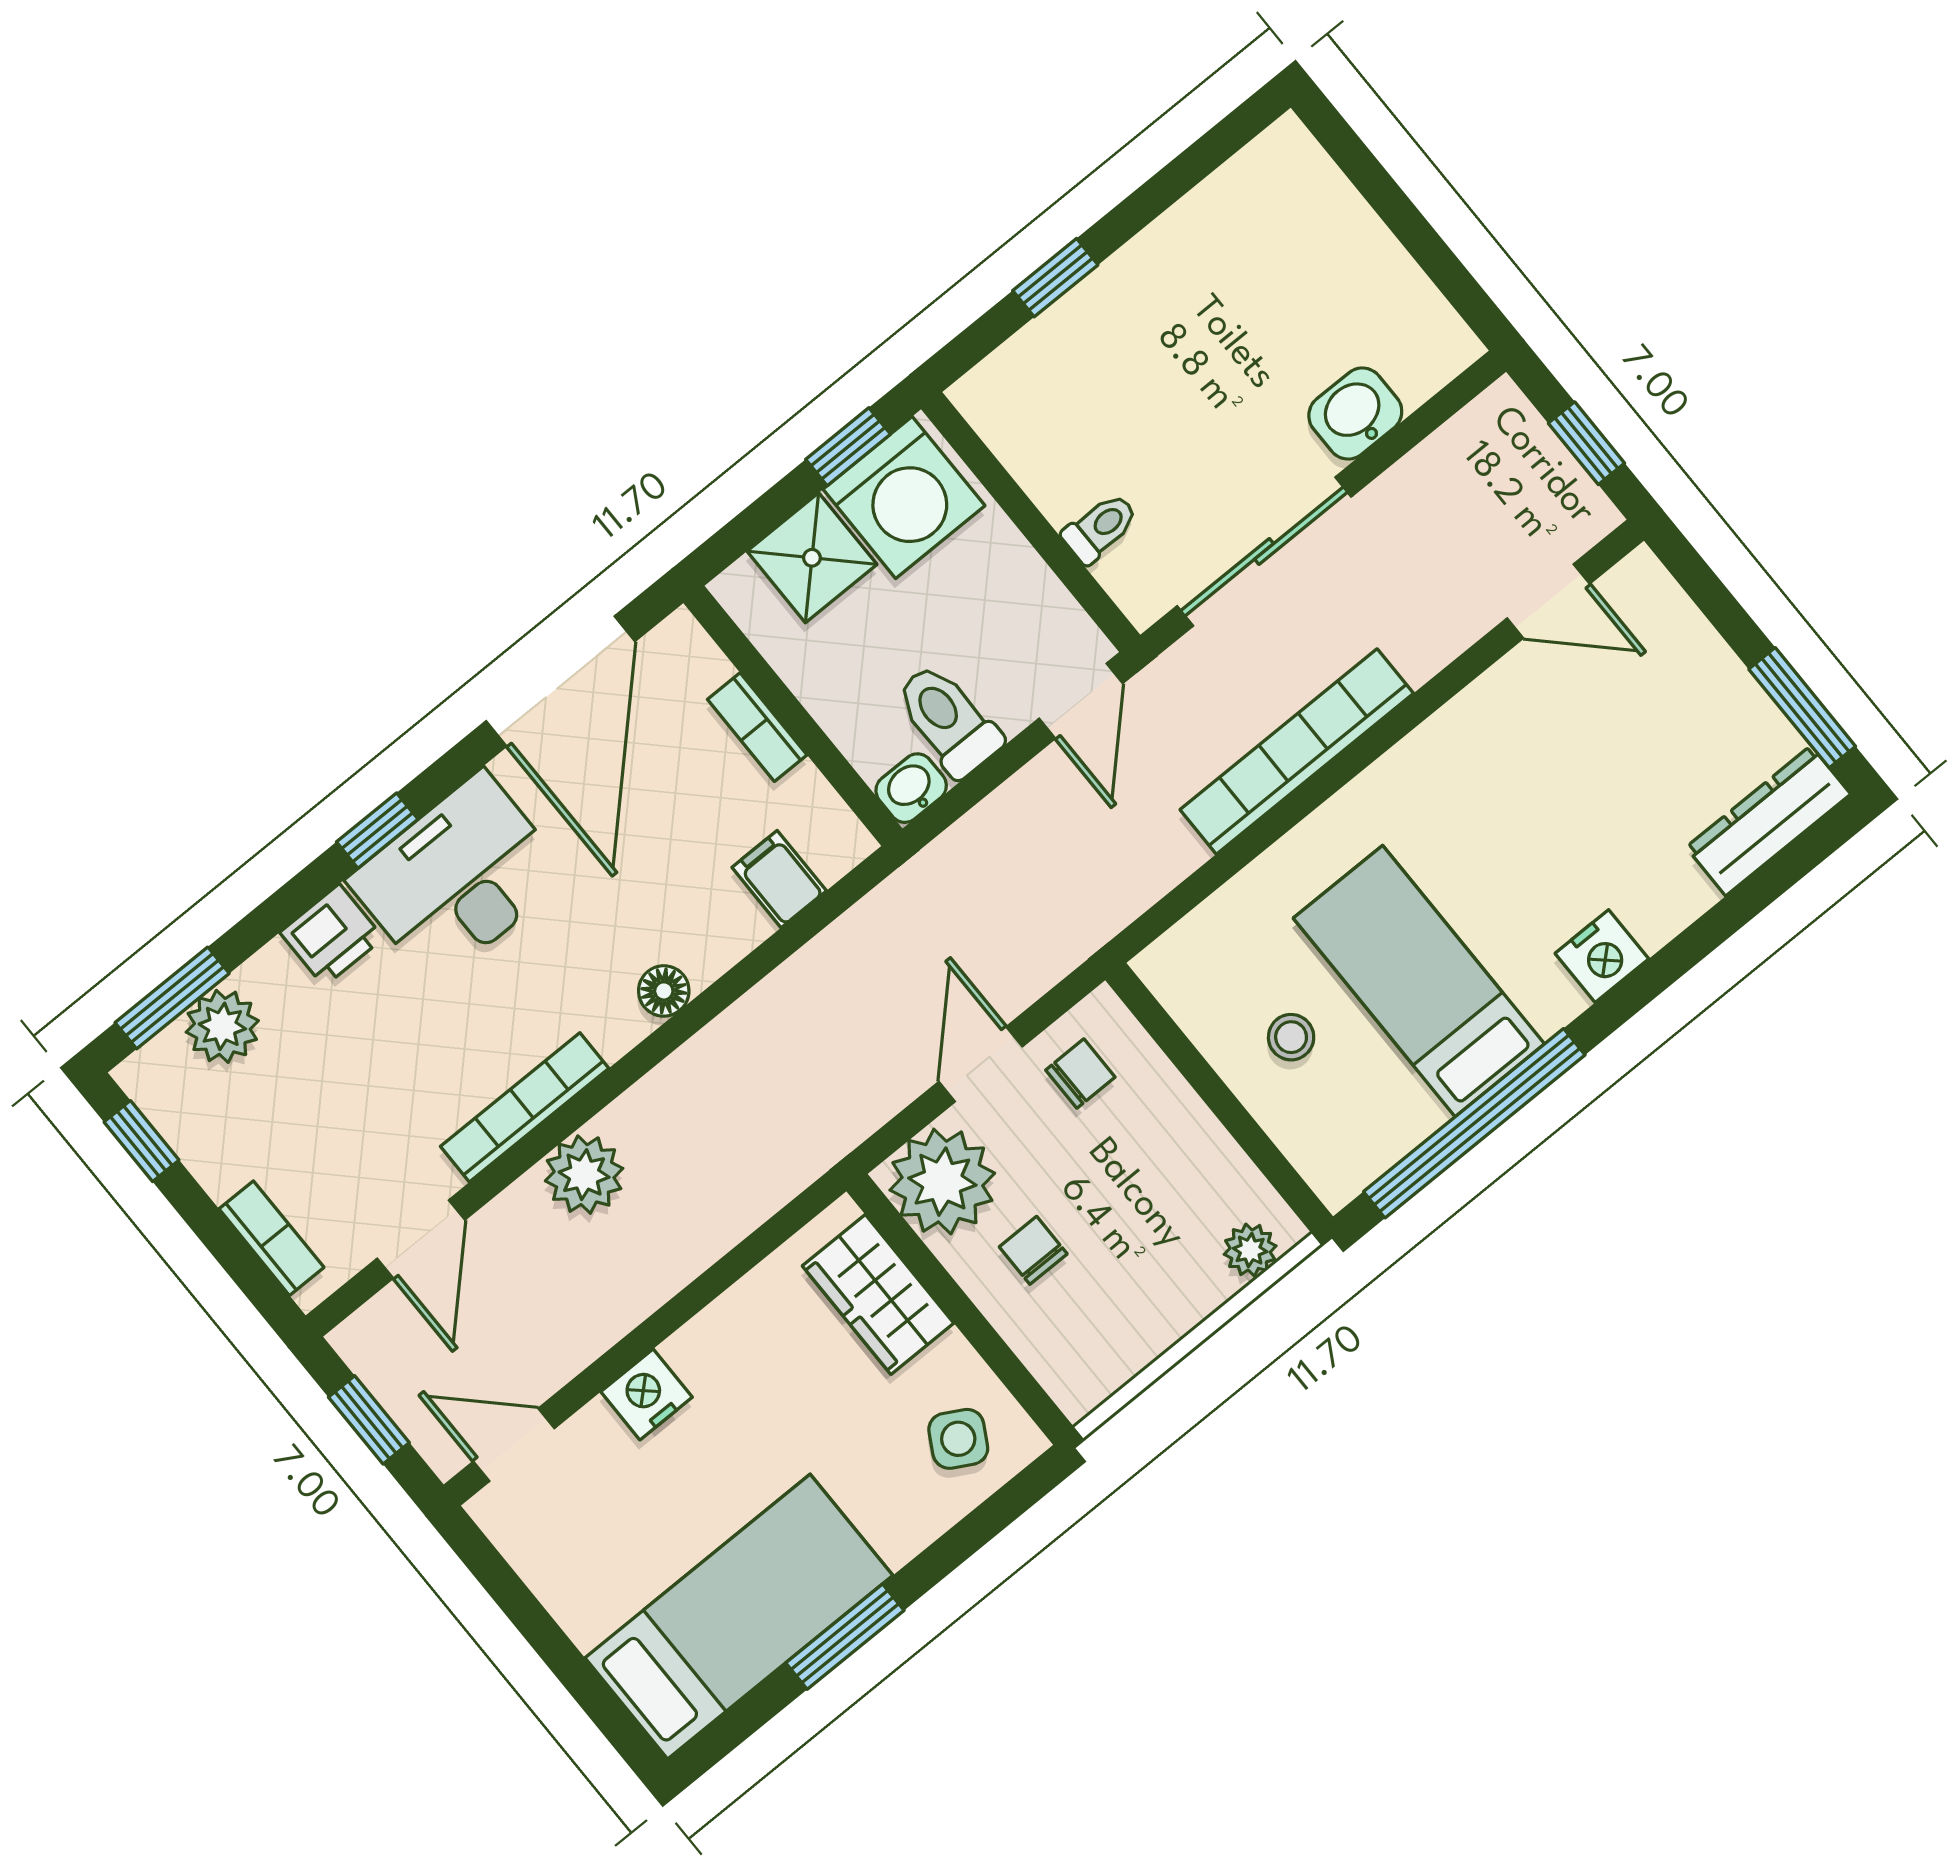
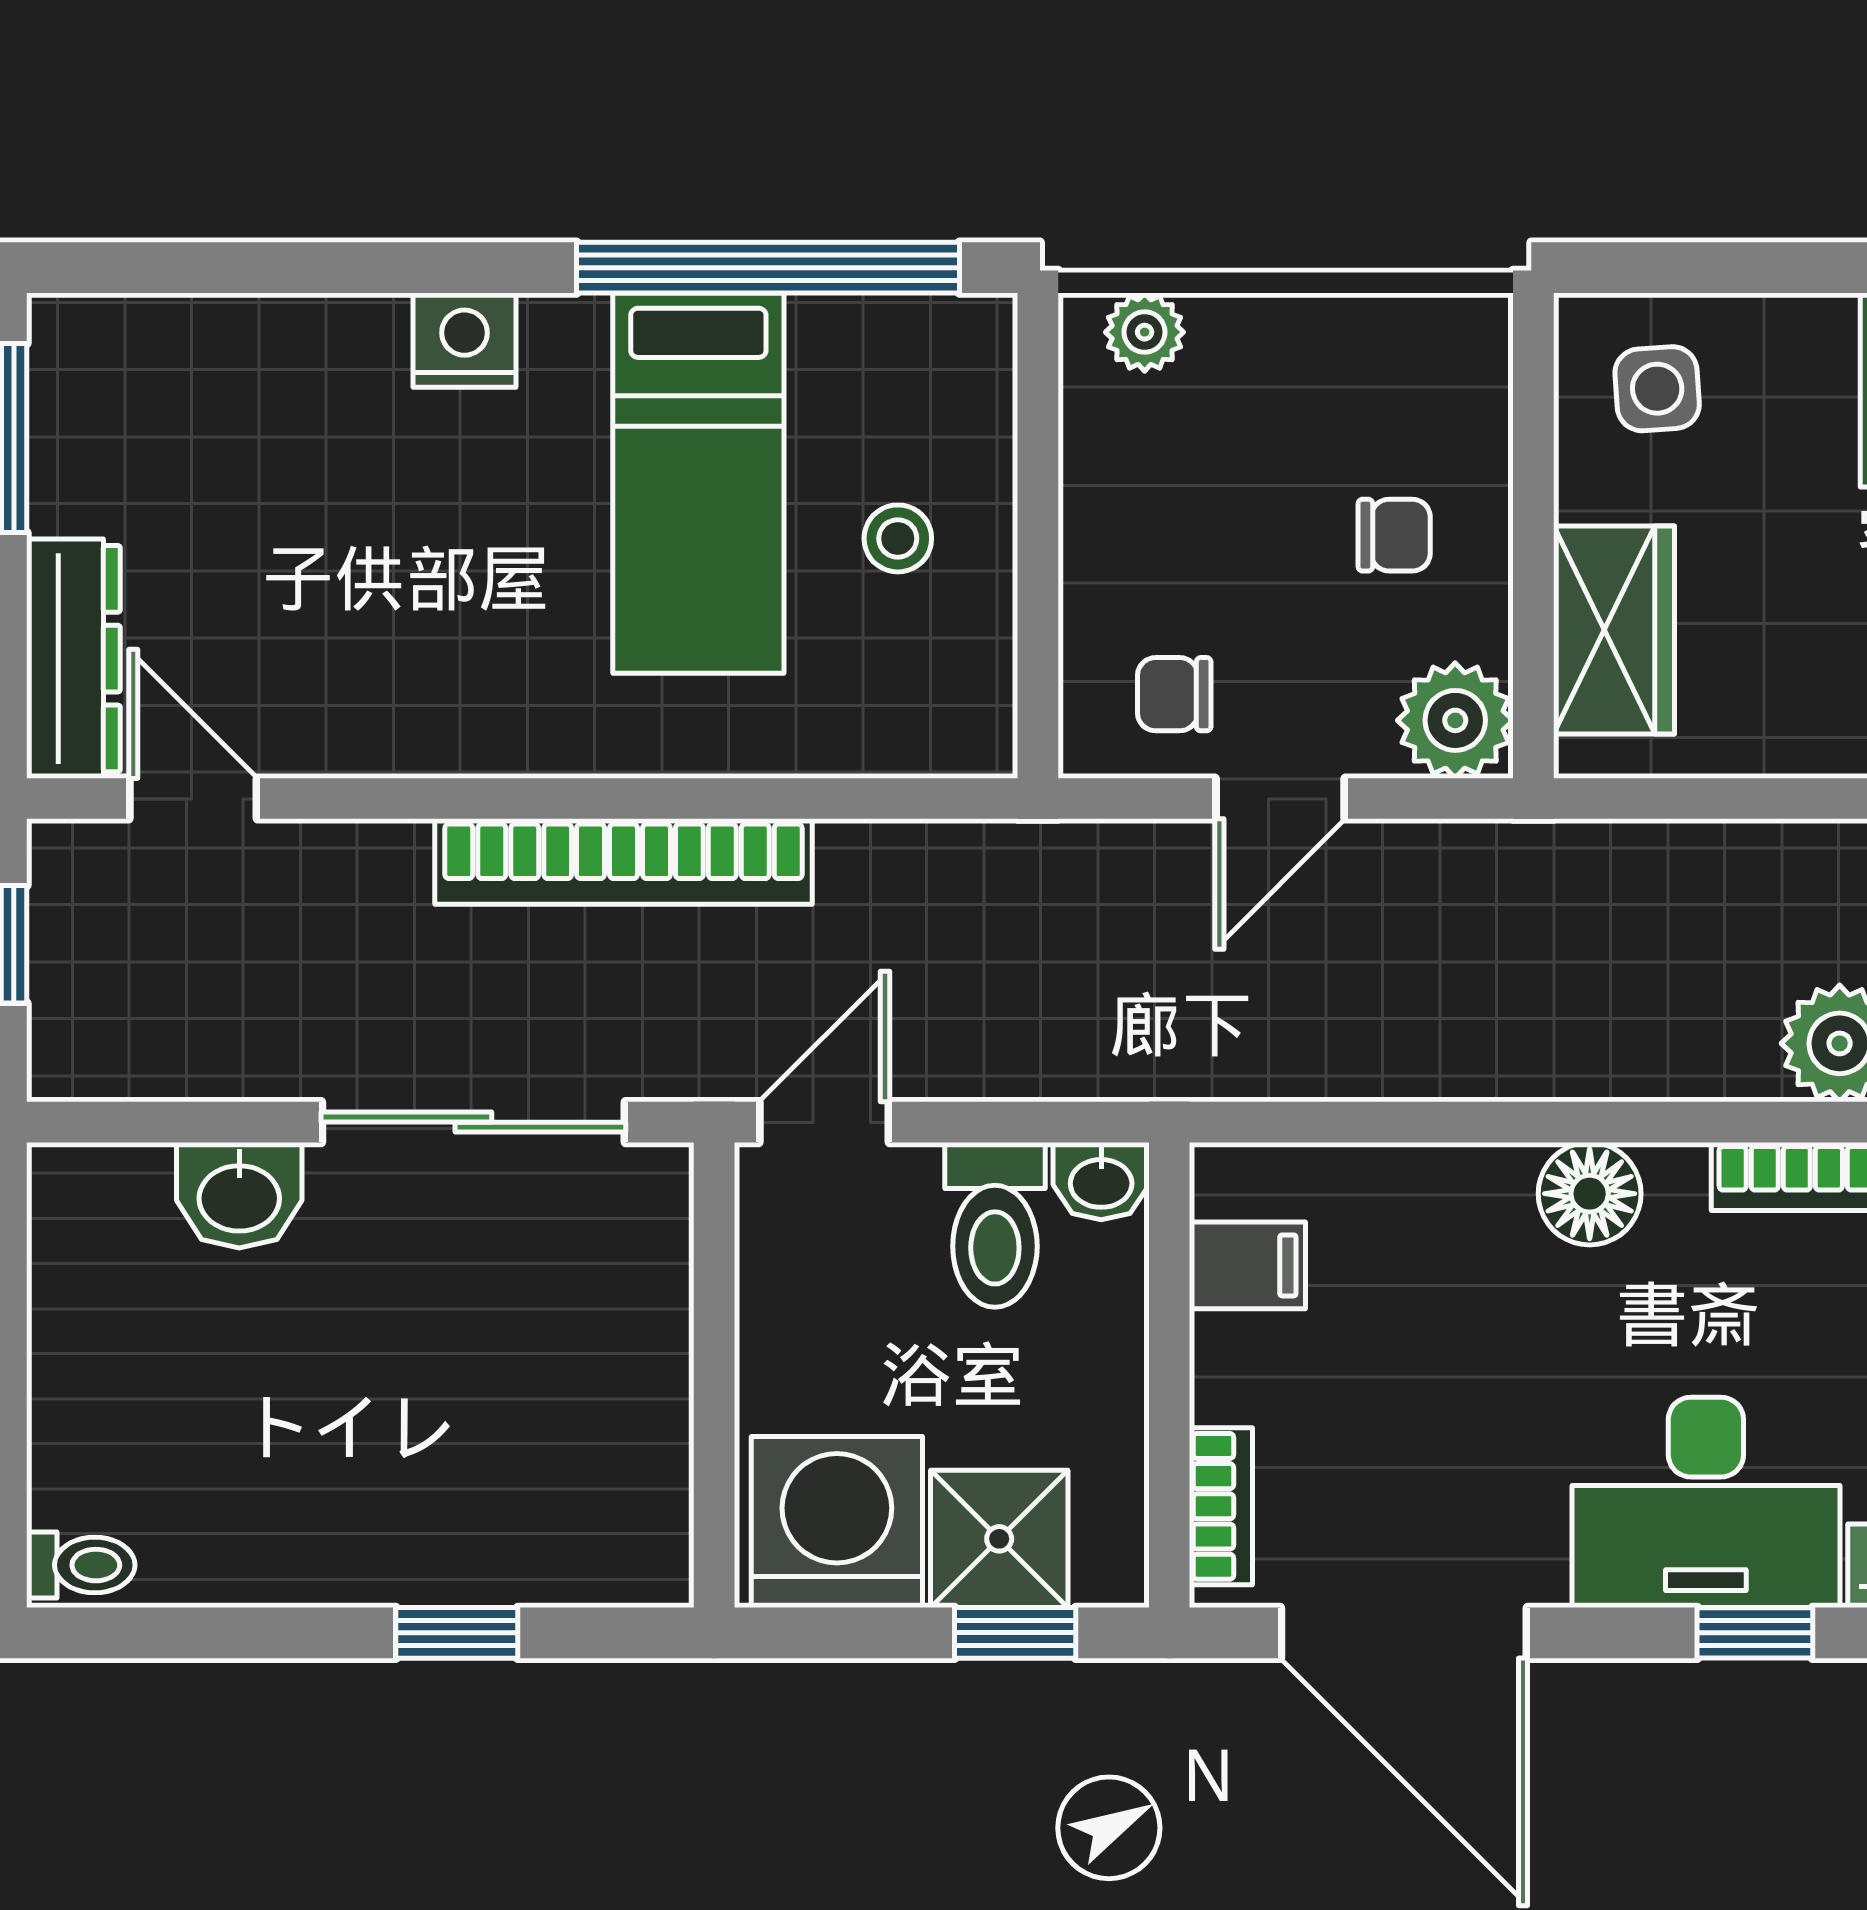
window: (848, 447) -> (1015, 1633), moved
toilet: (1100, 528) -> (81, 1565), moved, turned 180
door: (561, 681) -> (1404, 1633), swing flipped
bookcase: (757, 727) -> (1221, 1506), moved
dresser: (1768, 821) -> (73, 659), moved, turned -90
filing cabinet: (779, 879) -> (1247, 1265), moved, turned -90
floor lamp: (664, 991) -> (1590, 1194), width x1.37, depth x1.37
plant: (942, 1182) -> (1455, 720), width x0.73, depth x0.73
chair: (1033, 1250) -> (1394, 535), turned -90
side table: (958, 1439) -> (1657, 389), turned -33

